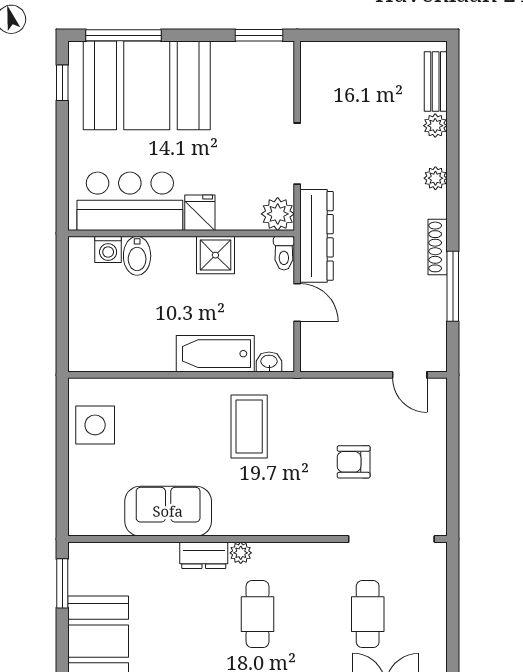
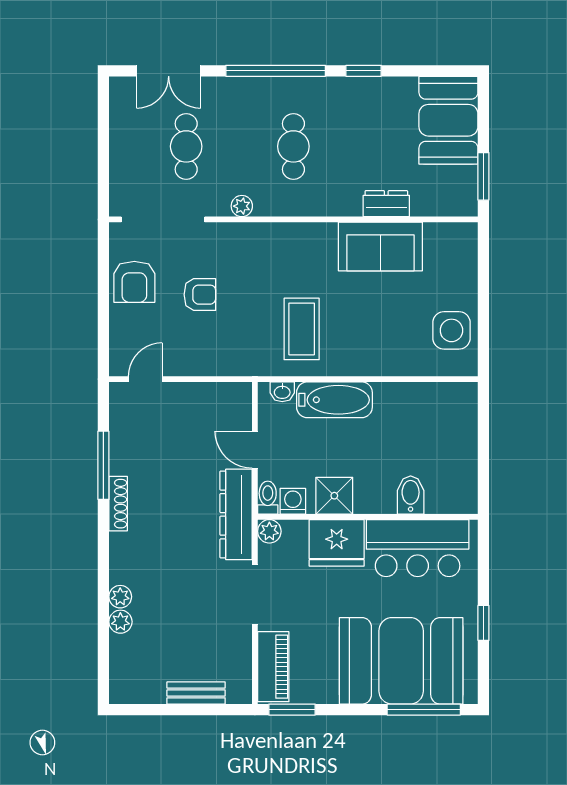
piano: (278, 79) -> (273, 667), added
bench: (436, 82) -> (196, 693), moved, turned 90
window: (62, 83) -> (483, 623), moved
plant: (435, 178) -> (120, 597), moved
fridge: (200, 213) -> (337, 543), width x1.88, depth x1.34
plant: (278, 214) -> (269, 531), width x0.73, depth x0.73
washing machine: (108, 249) -> (293, 501), moved
door: (410, 375) -> (145, 379), hinge flipped
armchair: (421, 475) -> (134, 282), added
plant: (241, 553) -> (242, 206), moved
dresser: (204, 555) -> (386, 204), moved

